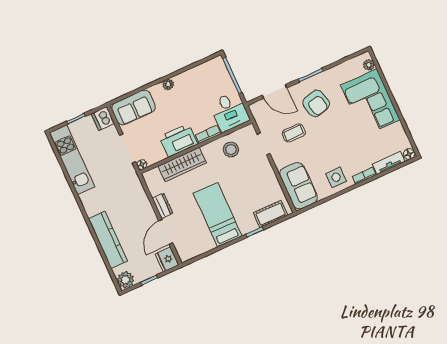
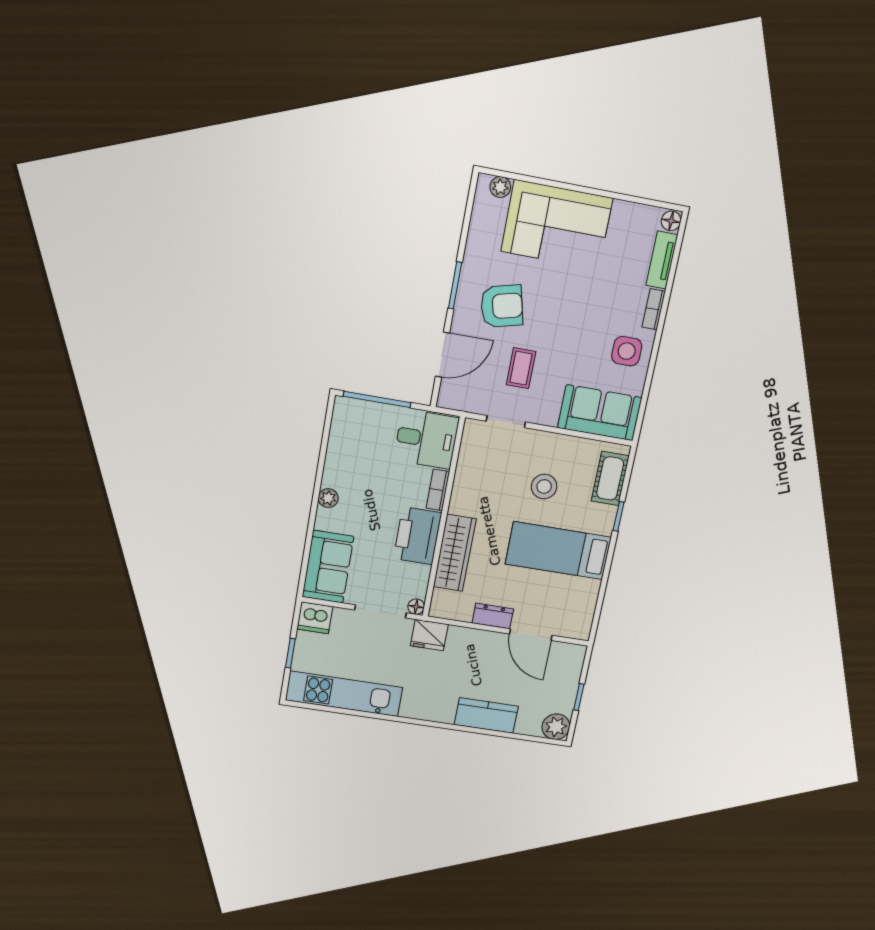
stool: (231, 150) -> (544, 486), moved
kitchen counter: (108, 240) -> (486, 716), width x0.67
fridge: (167, 259) -> (429, 635), moved

